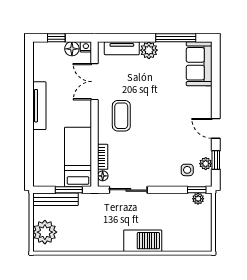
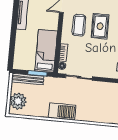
rug: (151, 114) -> (100, 26), added
barbecue: (143, 241) -> (62, 111), moved

